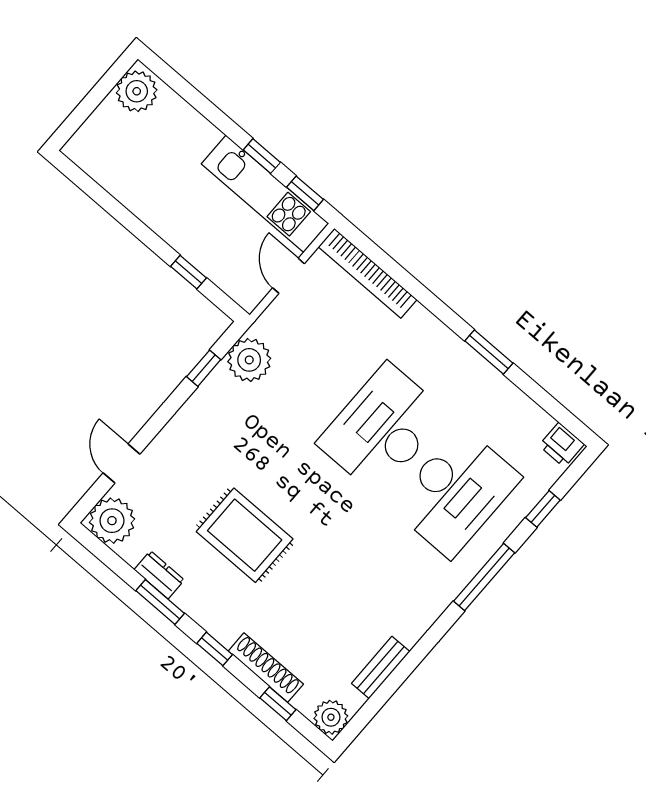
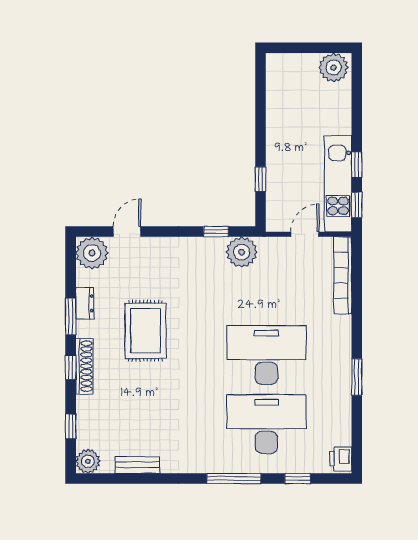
desk: (456, 492) -> (266, 424), turned 180
shoe rack: (266, 668) -> (84, 366), moved

